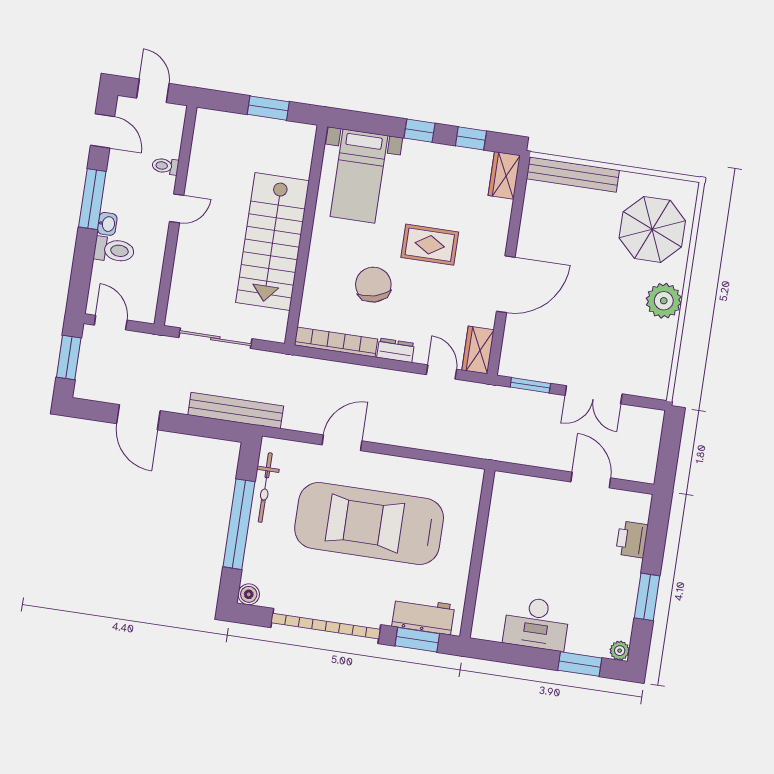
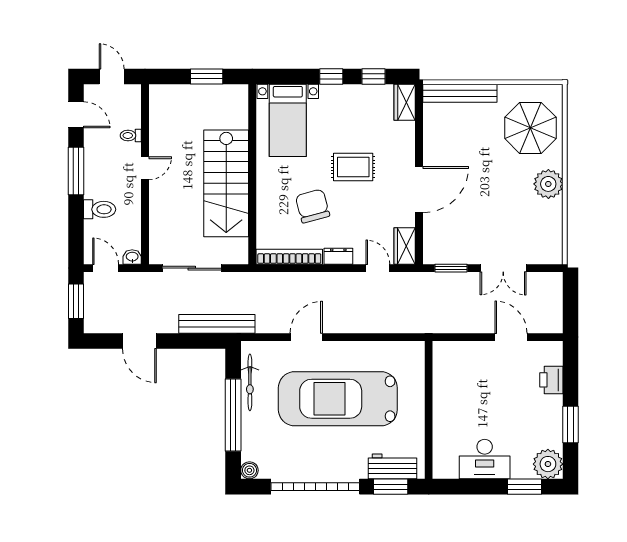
washbasin: (107, 224) -> (132, 257), moved, turned -90
plant: (620, 651) -> (548, 464), width x1.88, depth x1.88

